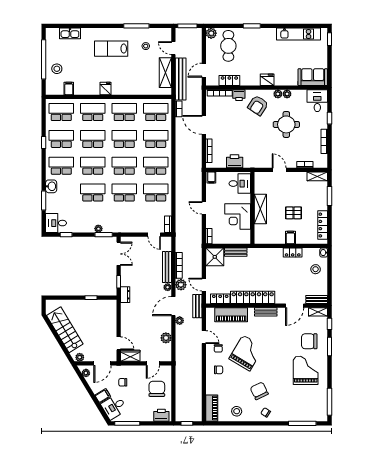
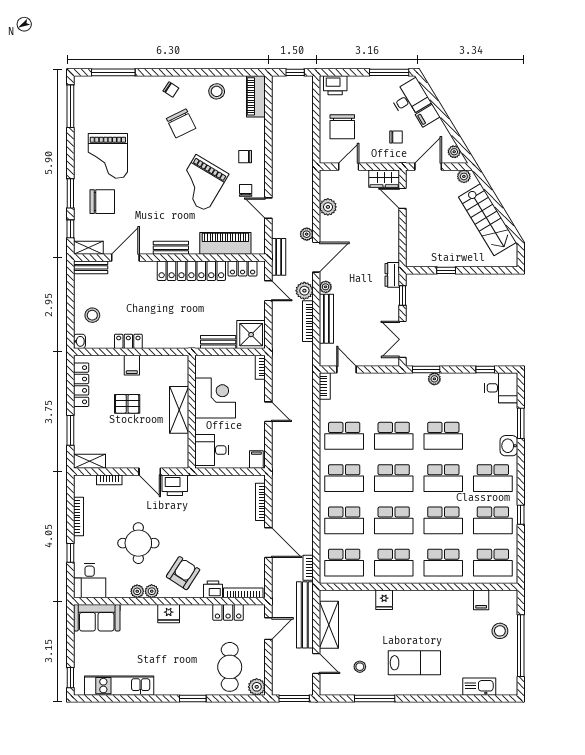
fridge: (106, 88) -> (384, 600), moved
printer: (235, 161) -> (175, 485), moved

